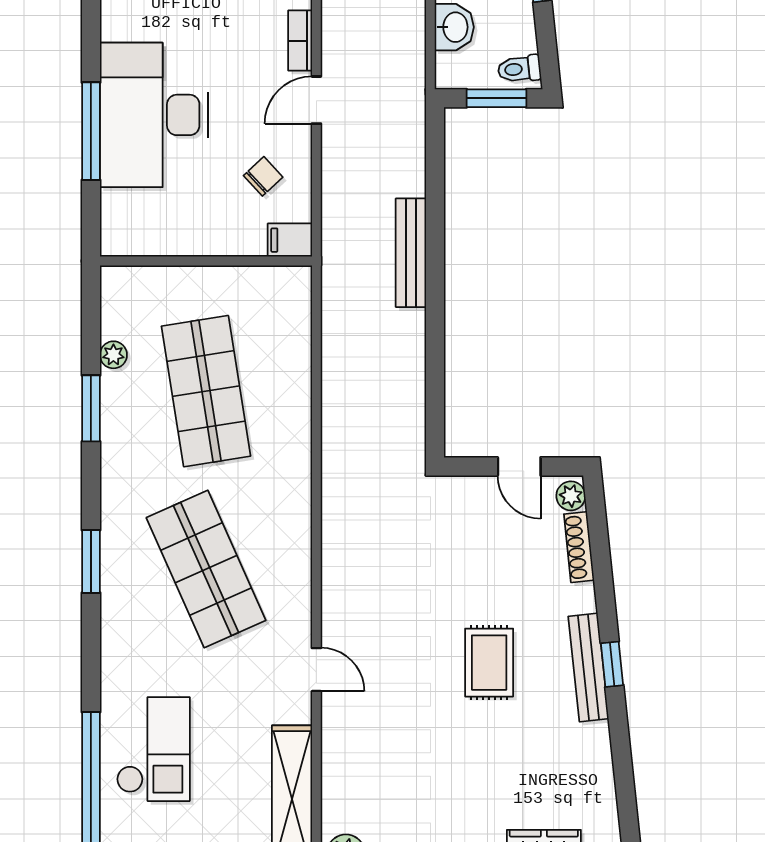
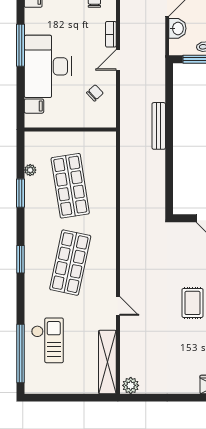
window: (91, 131) -> (21, 45), moved
filing cabinet: (290, 240) -> (34, 106), moved, turned 180
shop shelf: (206, 569) -> (70, 263), turned 36

